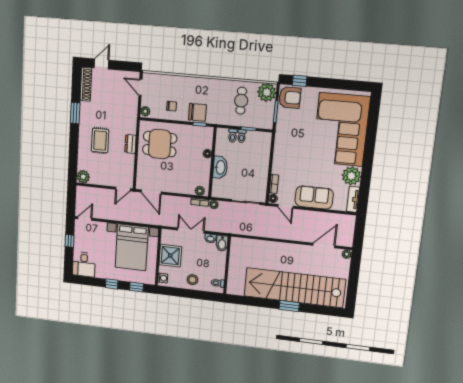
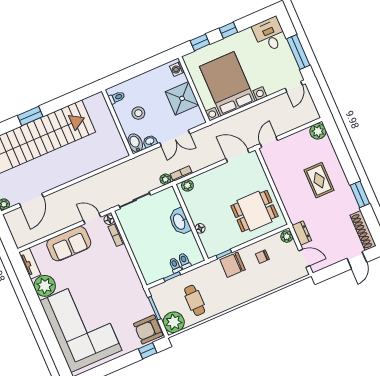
dresser: (130, 144) -> (302, 233), moved
window: (70, 241) -> (298, 52), width x2.17
stool: (192, 280) -> (138, 113), moved

